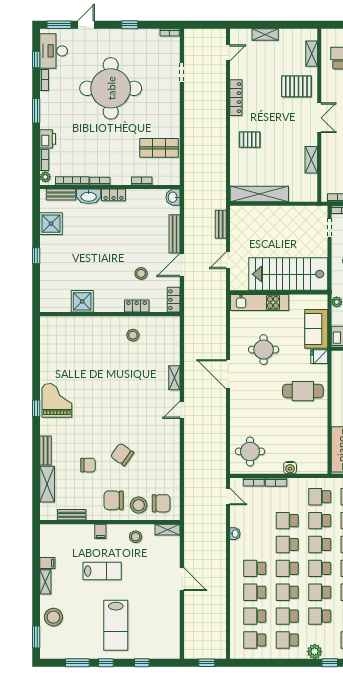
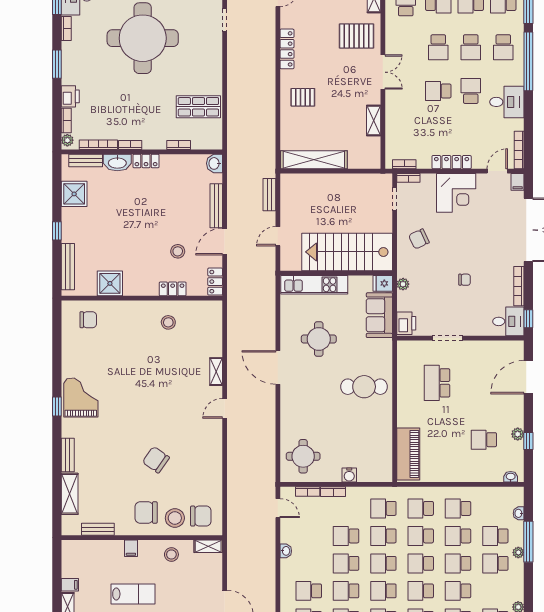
bench: (46, 287) -> (68, 267), added
fridge: (319, 357) -> (383, 283), moved
chair: (88, 465) -> (88, 320), moved

